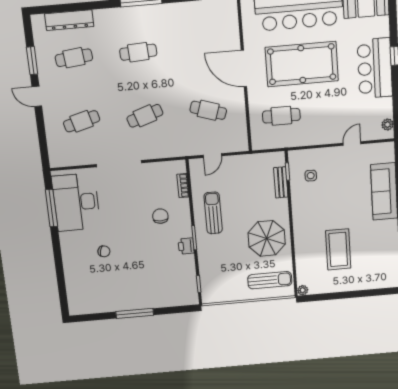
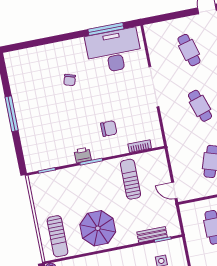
door: (212, 156) -> (174, 190), moved
sun lounger: (213, 213) -> (131, 179), moved, turned -90

